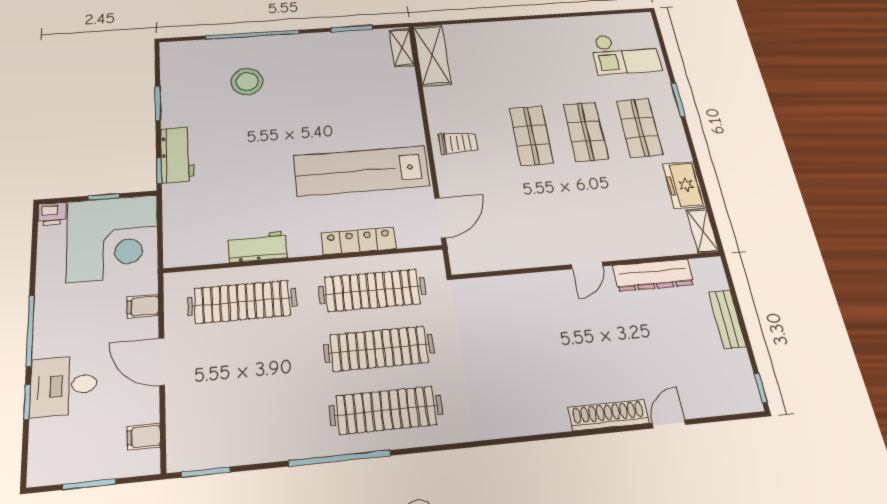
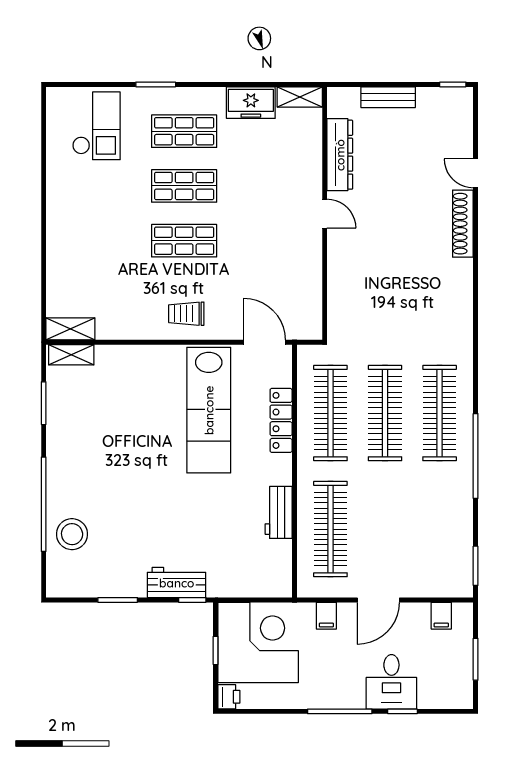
shelving: (432, 55) -> (70, 329), width x0.67, depth x0.75
stool: (247, 81) -> (72, 534), moved
trolley: (458, 143) -> (186, 314), turned -90

